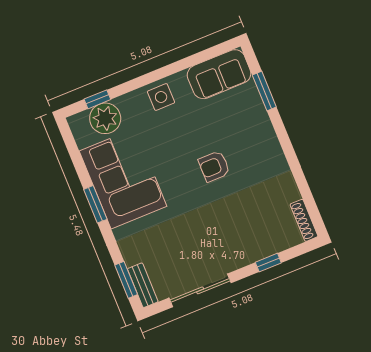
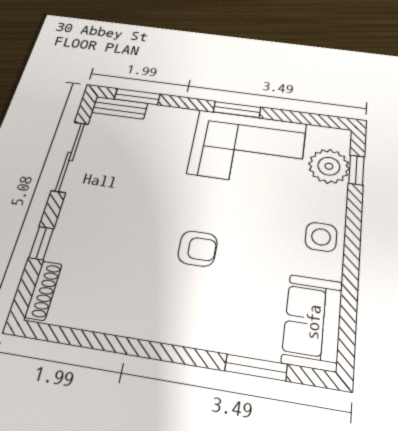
armchair: (214, 166) -> (198, 249), turned 90
shoe rack: (304, 220) -> (44, 290), moved, turned 90

